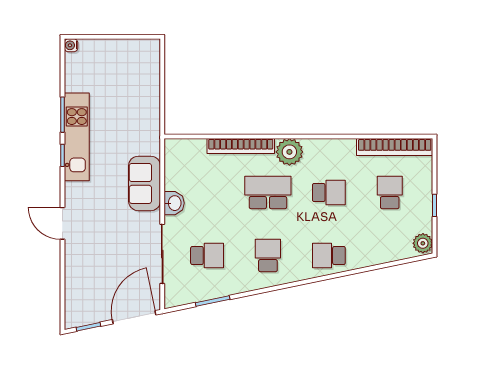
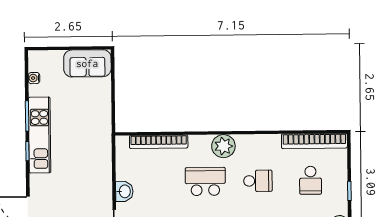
water cooler: (71, 45) -> (34, 78), moved
bookcase: (241, 146) -> (159, 142), moved
sofa: (145, 183) -> (87, 63), moved, turned -90
school desk: (390, 192) -> (311, 180), turned 180

